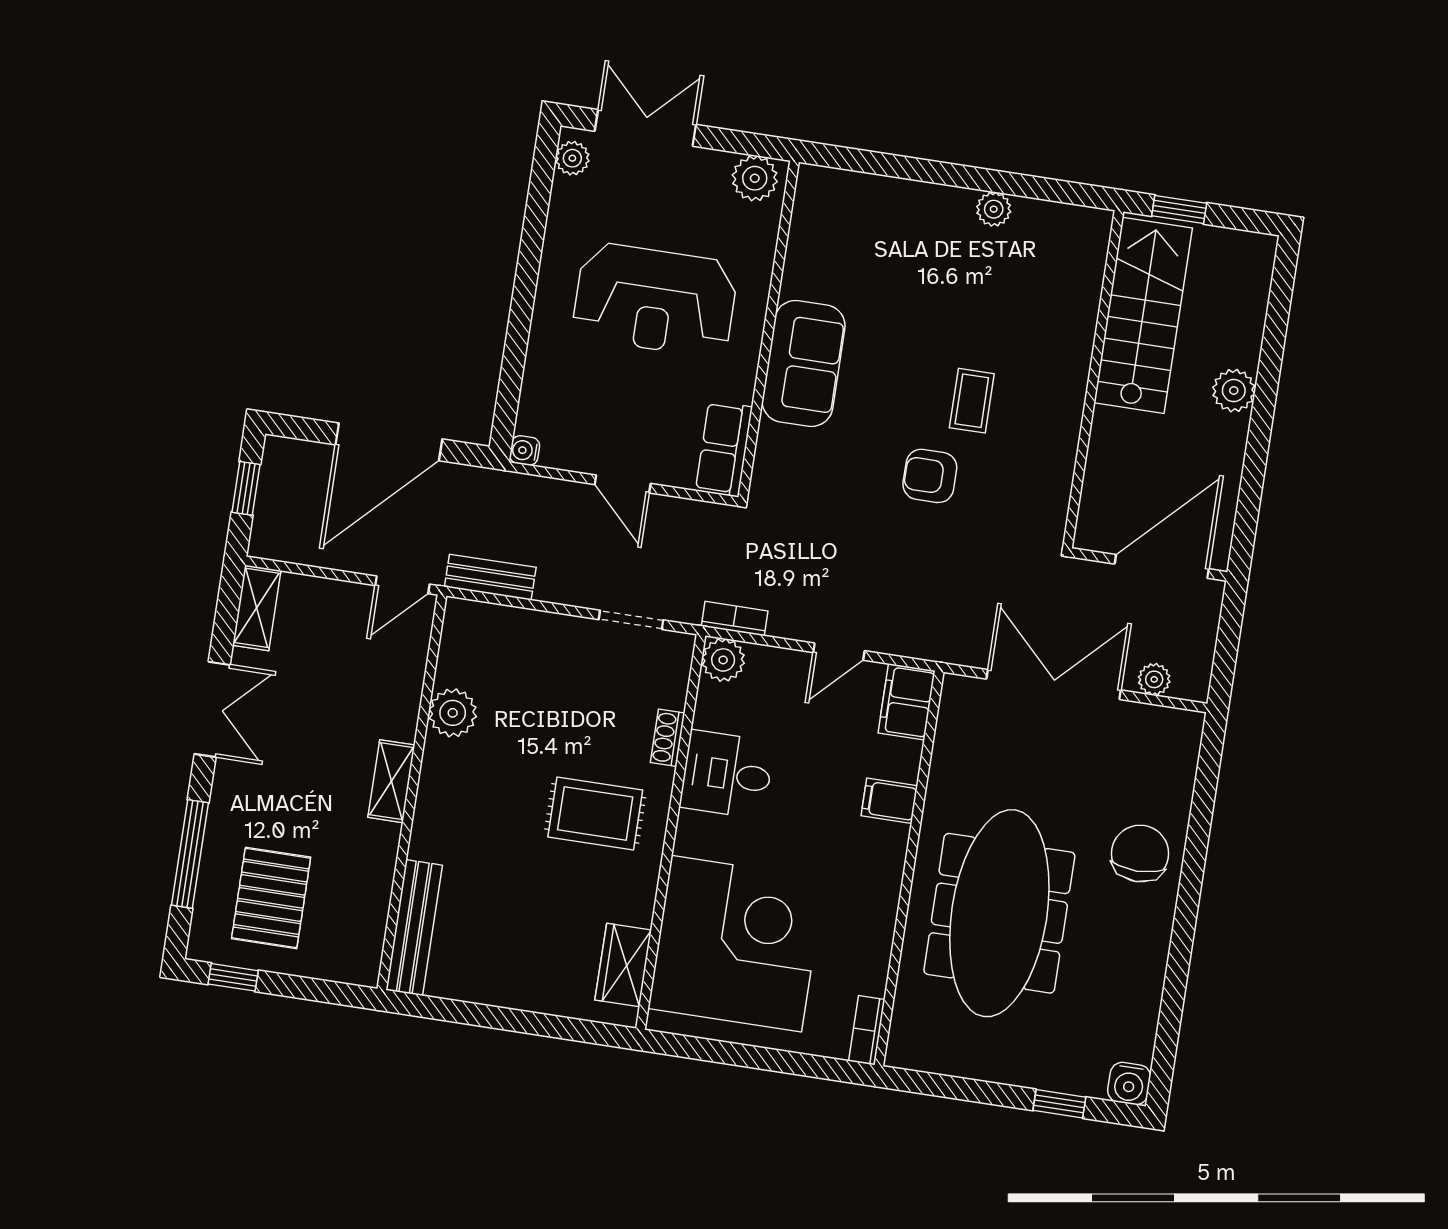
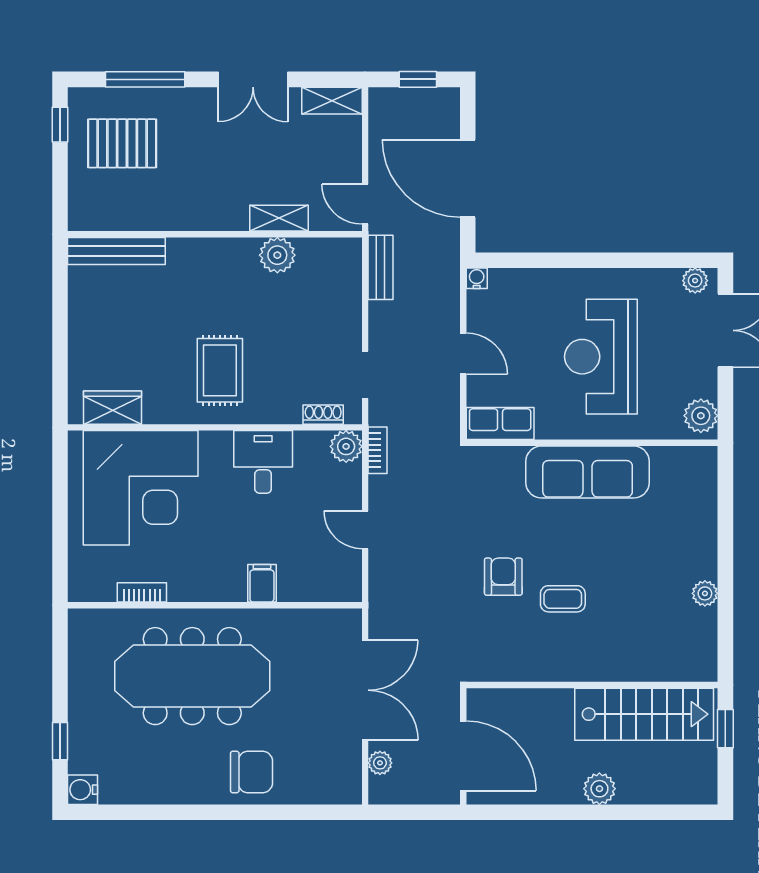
sofa: (804, 363) -> (588, 472), width x1.36
door: (623, 484) -> (463, 354), swing flipped
filing cabinet: (907, 702) -> (336, 585), removed
shoe rack: (668, 738) -> (323, 415), moved
shelving: (391, 781) -> (279, 218), moved
bookcase: (867, 1030) -> (142, 592), moved

